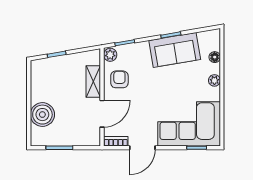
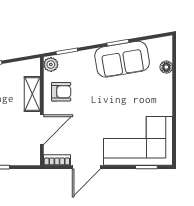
armchair: (119, 79) -> (61, 92), turned 90
plant: (214, 80) -> (166, 93), removed

